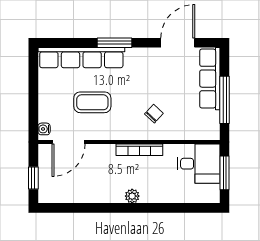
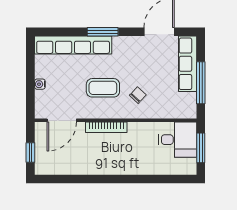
coffee table: (92, 102) -> (103, 88), moved
water cooler: (44, 129) -> (40, 84), moved
bookcase: (139, 150) -> (106, 127), moved
plant: (132, 196) -> (118, 169), removed

